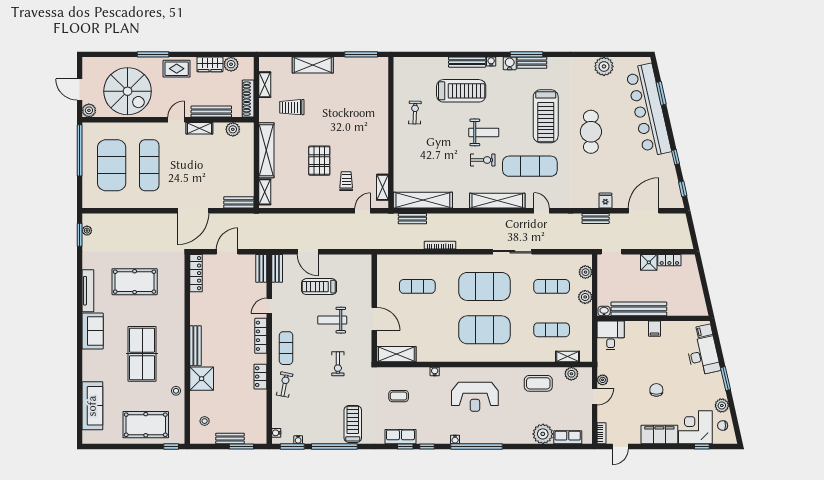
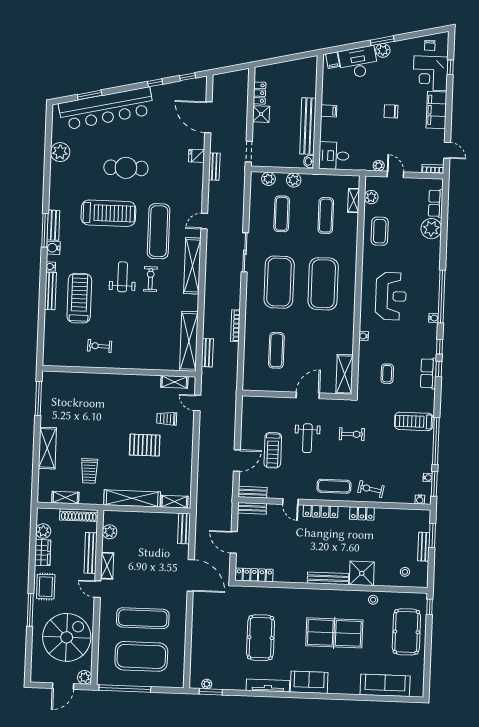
plant: (722, 405) -> (383, 50), moved

